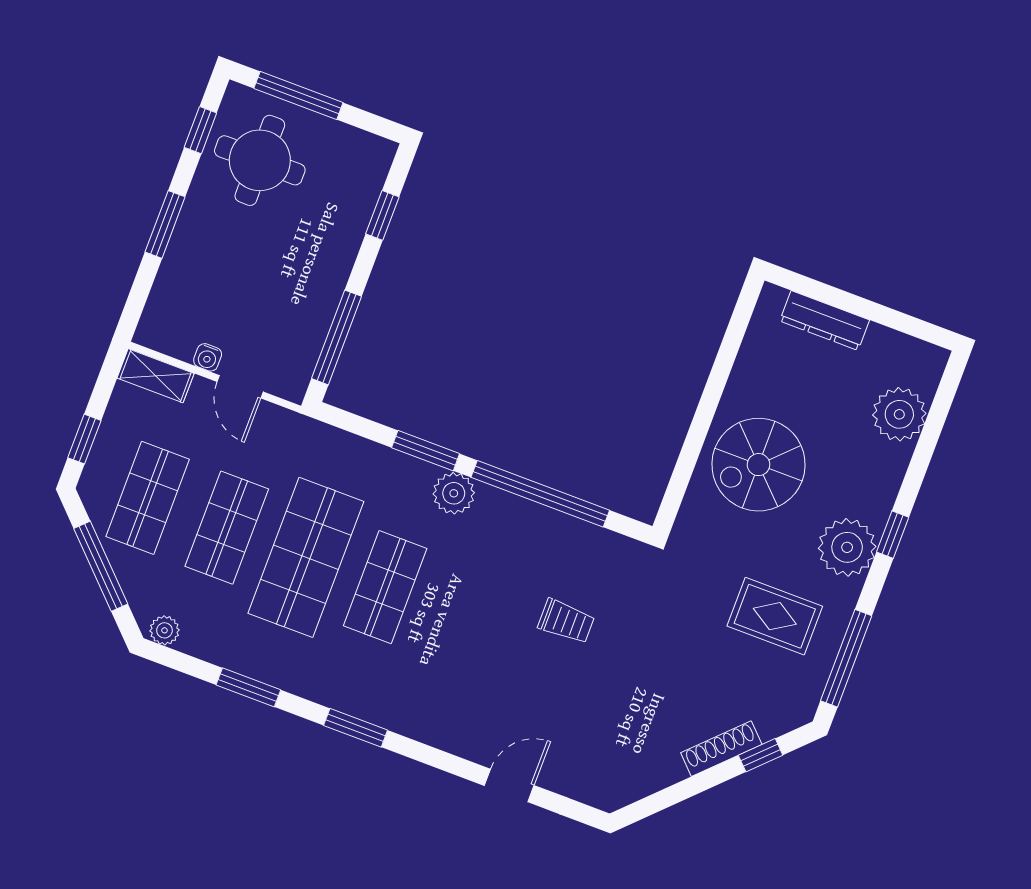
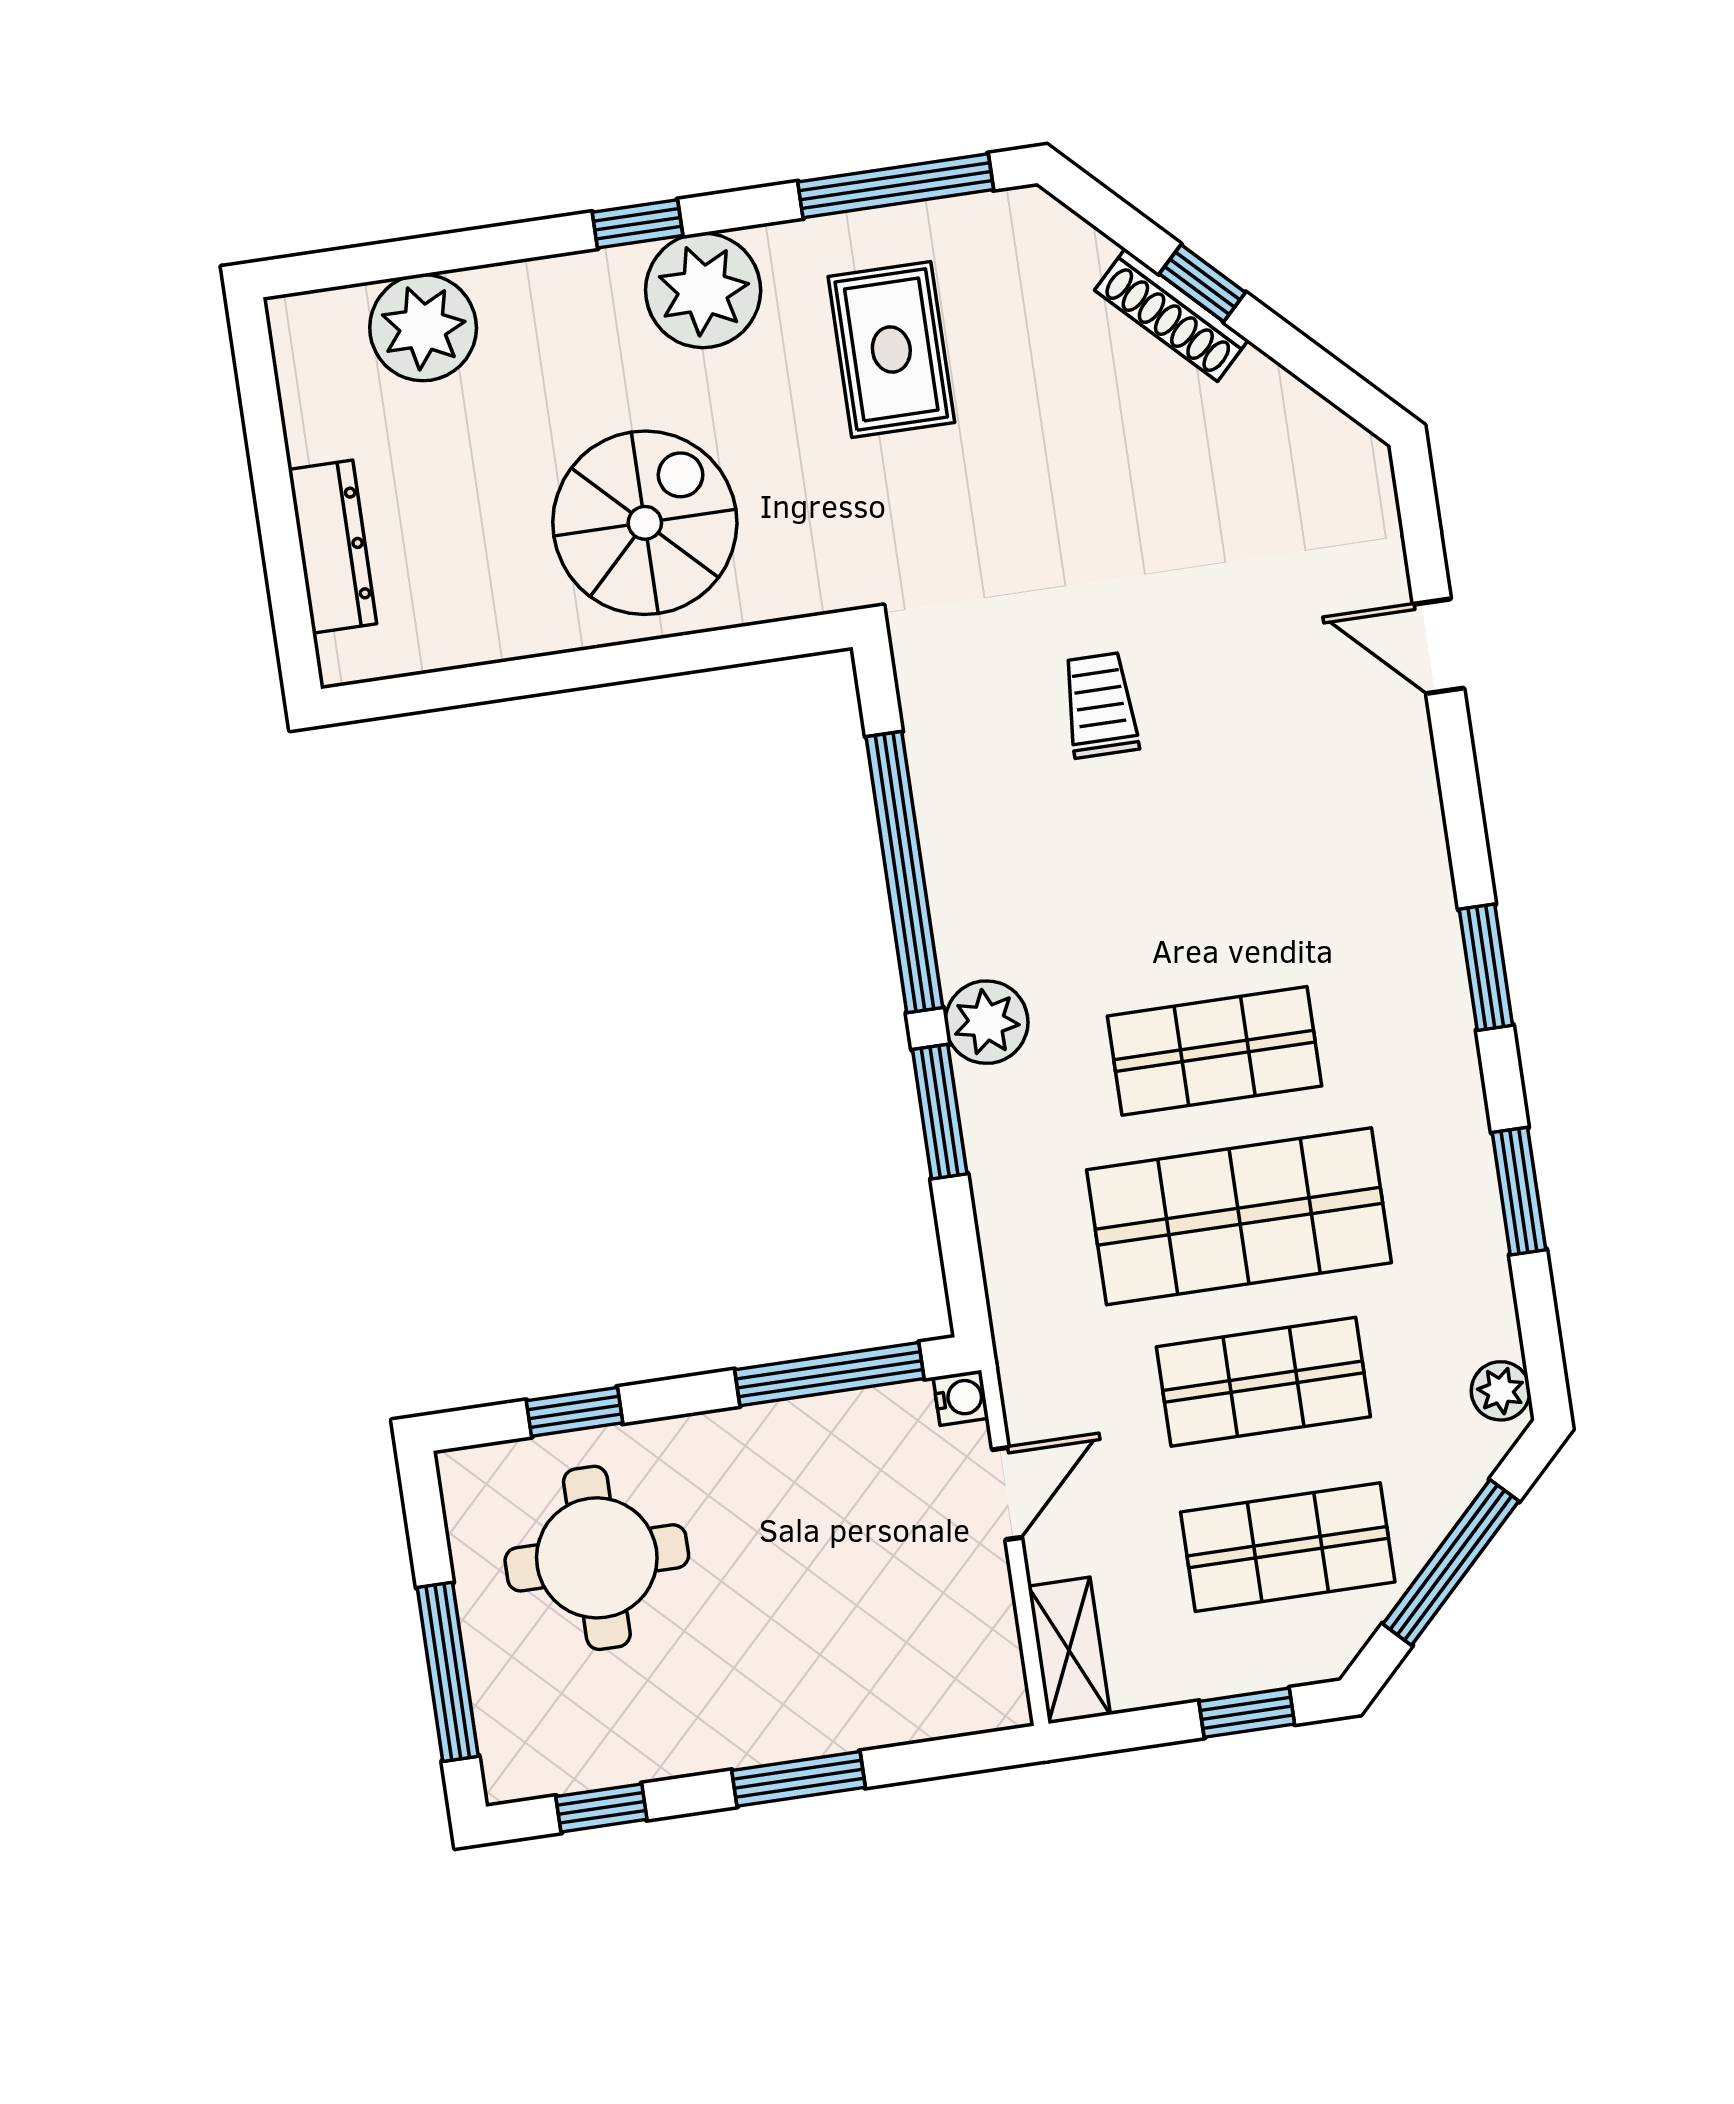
round table: (260, 160) -> (597, 1558), moved
water cooler: (208, 357) -> (961, 1398), moved
spiral stairs: (758, 465) -> (645, 523), turned -90
window: (761, 755) -> (1202, 283), moved

